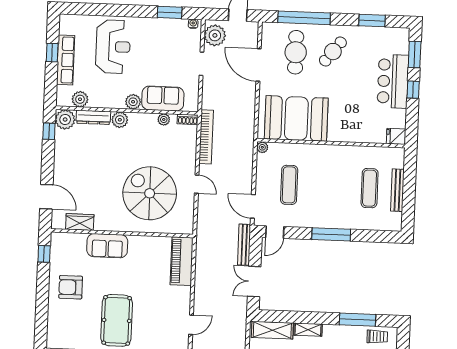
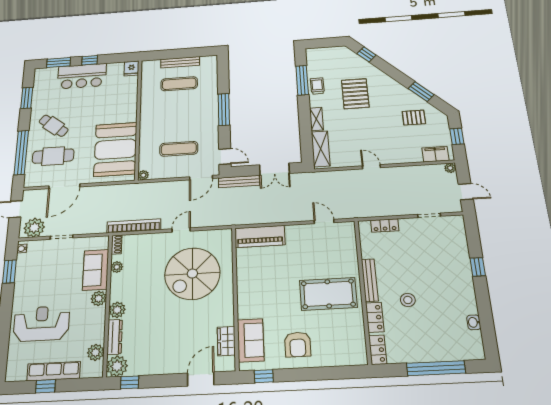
sofa: (107, 246) -> (251, 340), moved
trolley: (377, 337) -> (317, 86), moved

